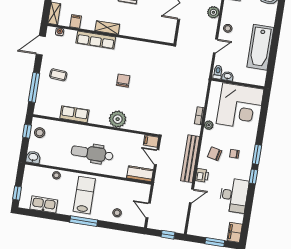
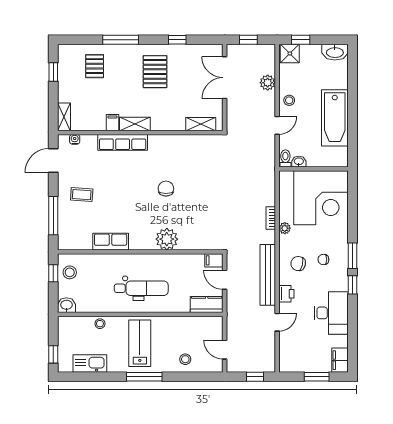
filing cabinet: (76, 21) -> (112, 123), moved
shelving: (158, 36) -> (201, 124), added
dental chair: (92, 153) -> (141, 288), turned 180

